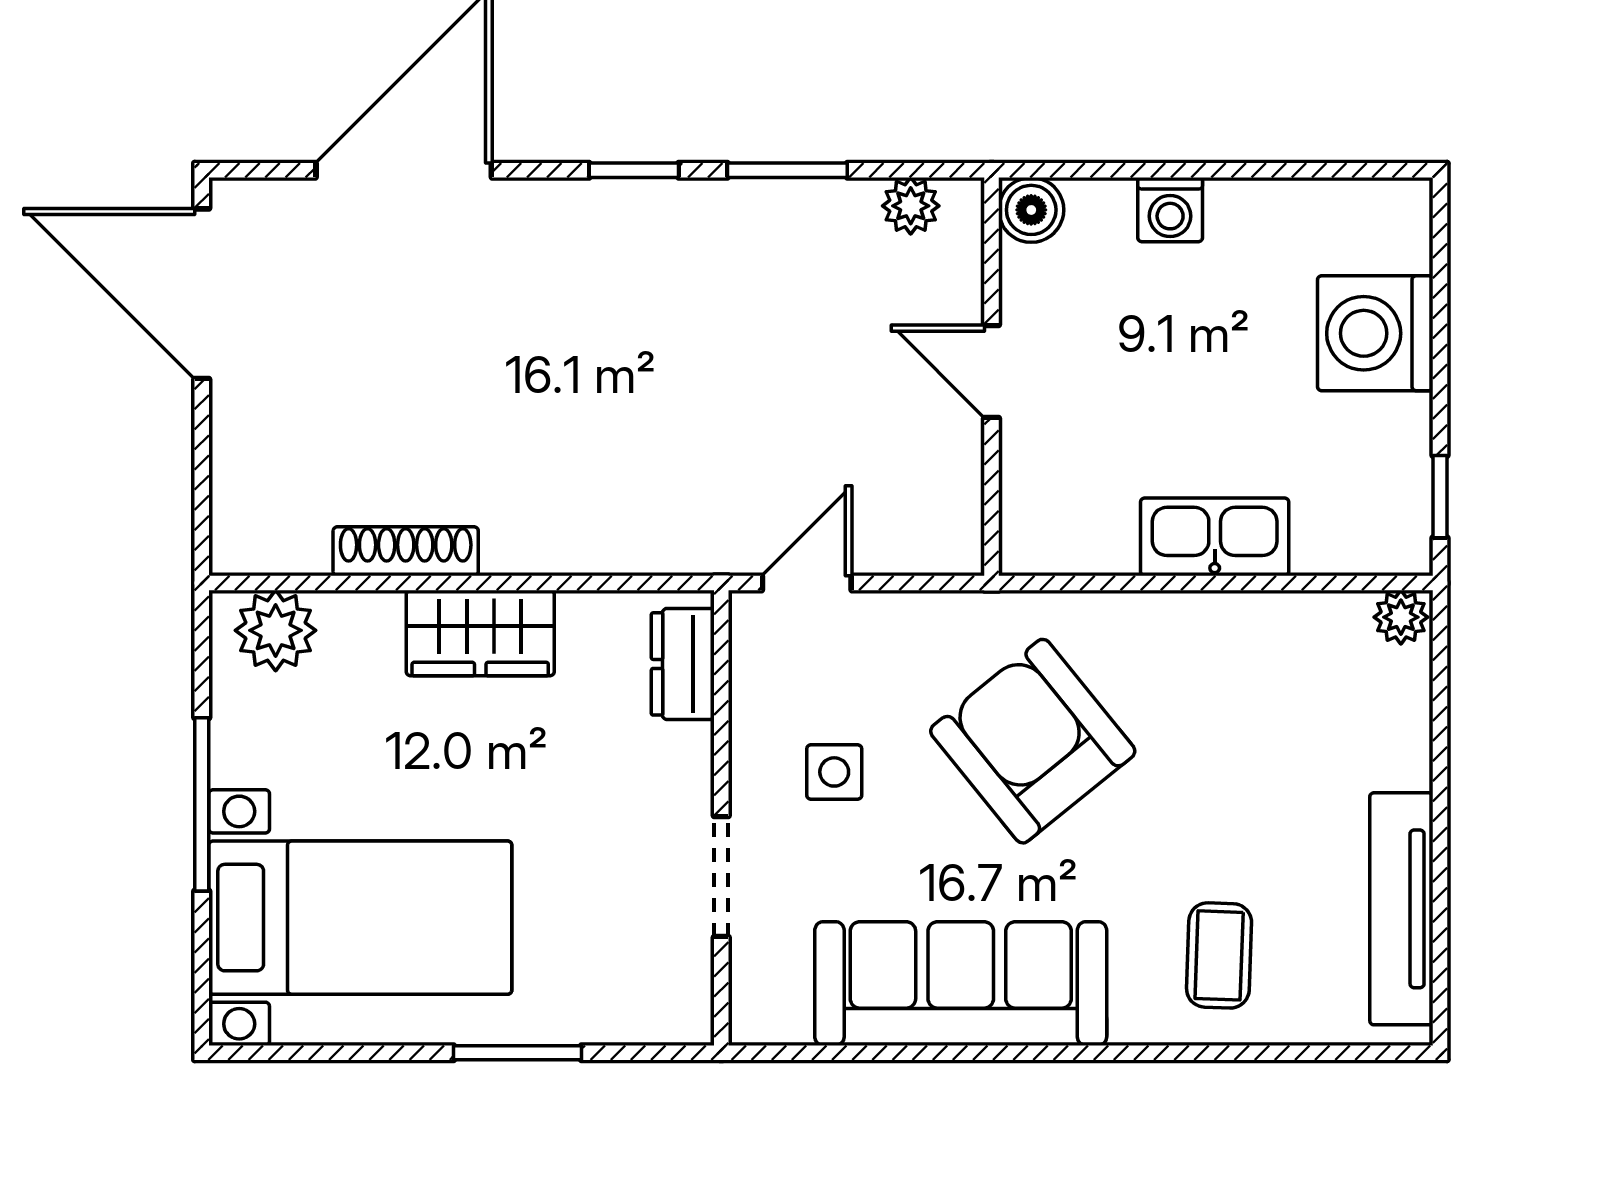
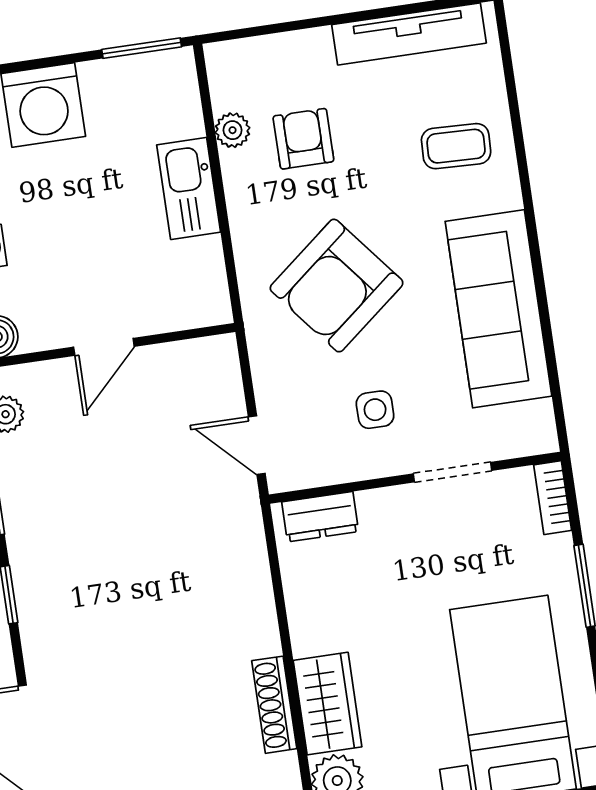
window: (1440, 497) -> (142, 48), width x1.50
plant: (1401, 617) -> (233, 130), moved
wardrobe: (480, 633) -> (328, 704), moved
armchair: (1265, 724) -> (303, 139), added
bookcase: (660, 1024) -> (553, 498), added

